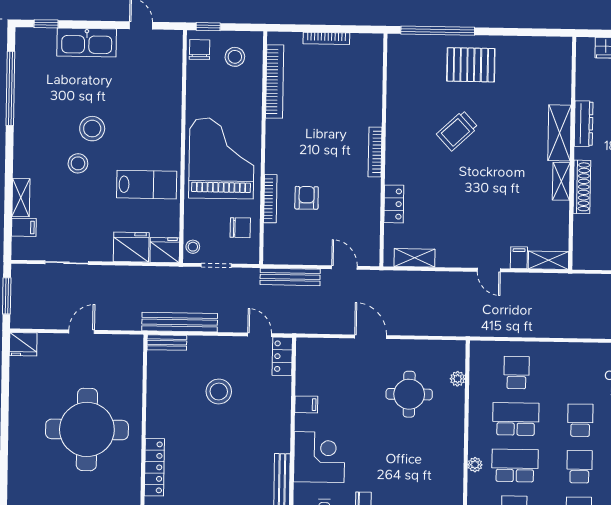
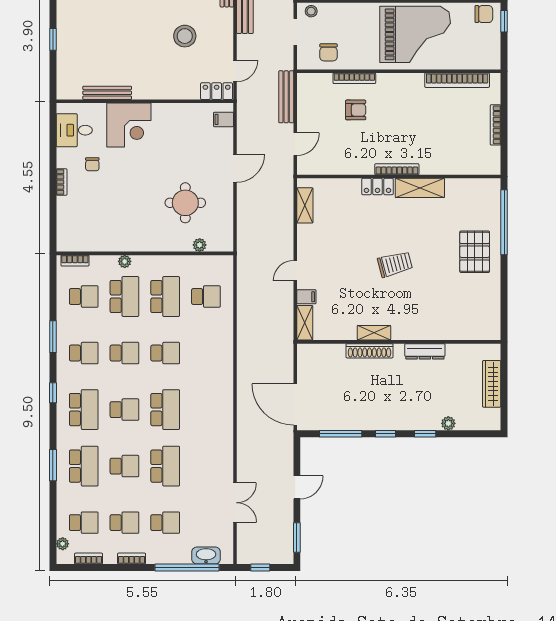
stool: (235, 57) -> (478, 45), removed
trolley: (457, 131) -> (395, 264), moved, turned 118
shelving: (559, 133) -> (420, 188), moved
grand piano: (222, 158) -> (415, 34), moved
locker: (394, 204) -> (377, 187), moved
filing cabinet: (306, 404) -> (223, 119), moved, turned 90

